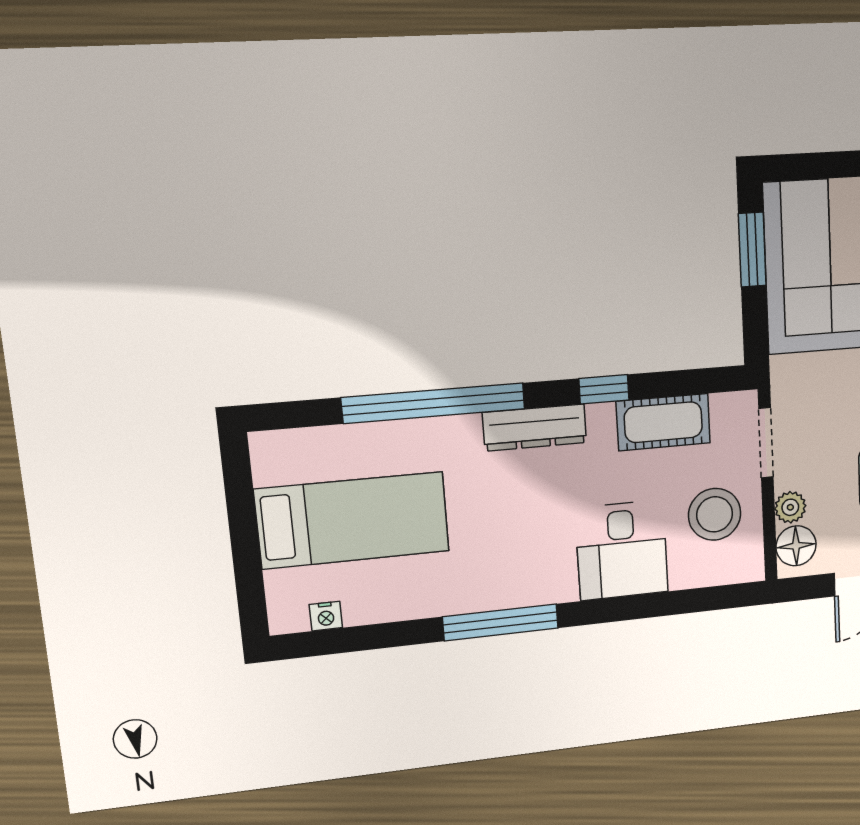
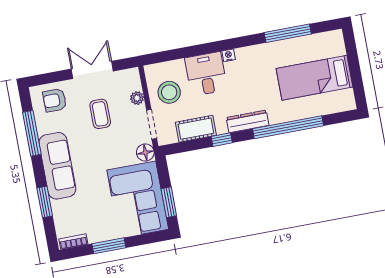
floor lamp: (796, 546) -> (145, 152), moved
nightstand: (326, 616) -> (229, 55), moved
window: (501, 622) -> (288, 33), moved

